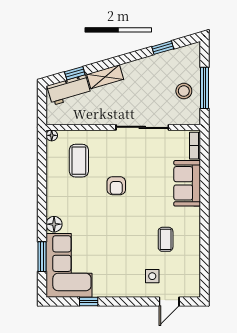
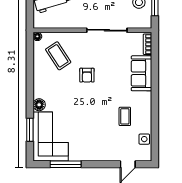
coffee table: (79, 161) -> (58, 56), turned -33
side table: (152, 276) -> (144, 139), moved
window: (89, 302) -> (66, 164), width x2.17

